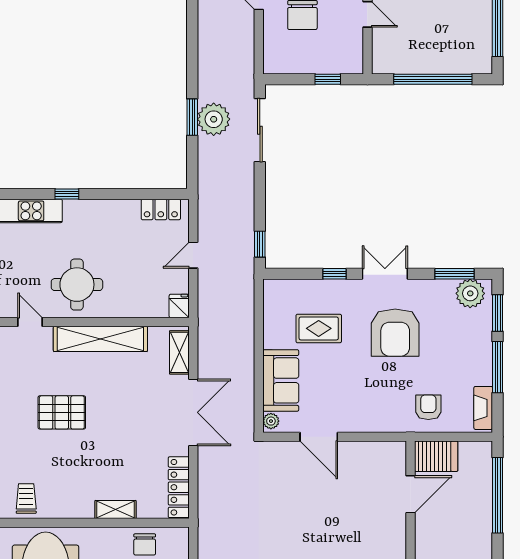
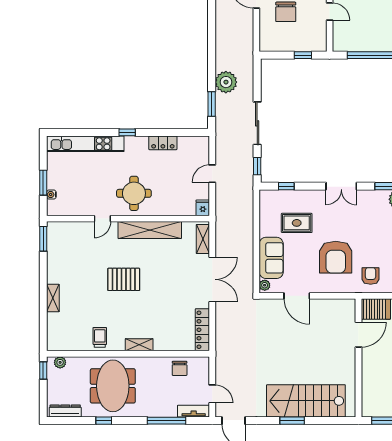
window: (192, 117) -> (212, 104), moved
sliding door: (260, 130) -> (257, 123), moved
locker: (161, 209) -> (163, 143), moved
window: (335, 274) -> (286, 186), moved
double door: (385, 274) -> (341, 186), swing flipped
door: (30, 322) -> (102, 219), swing flipped
armchair: (395, 333) -> (336, 257), moved
shelving: (115, 510) -> (139, 345), moved

